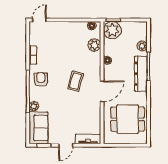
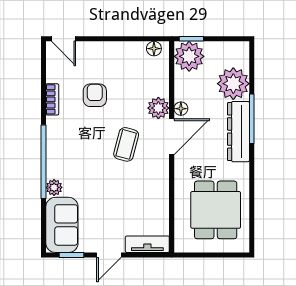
door: (39, 20) -> (63, 39), swing flipped
plant: (94, 45) -> (158, 108), moved
plant: (142, 46) -> (233, 84), width x1.88, depth x1.88
armchair: (41, 79) -> (95, 95), moved
door: (102, 91) -> (172, 137), moved
dining table: (128, 119) -> (216, 210), turned 90

